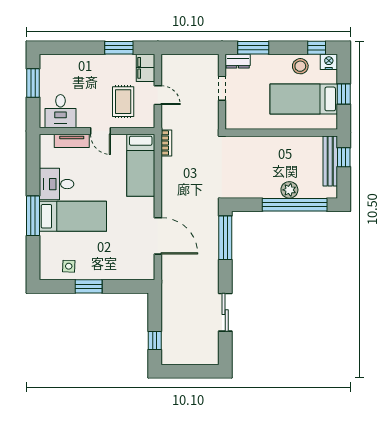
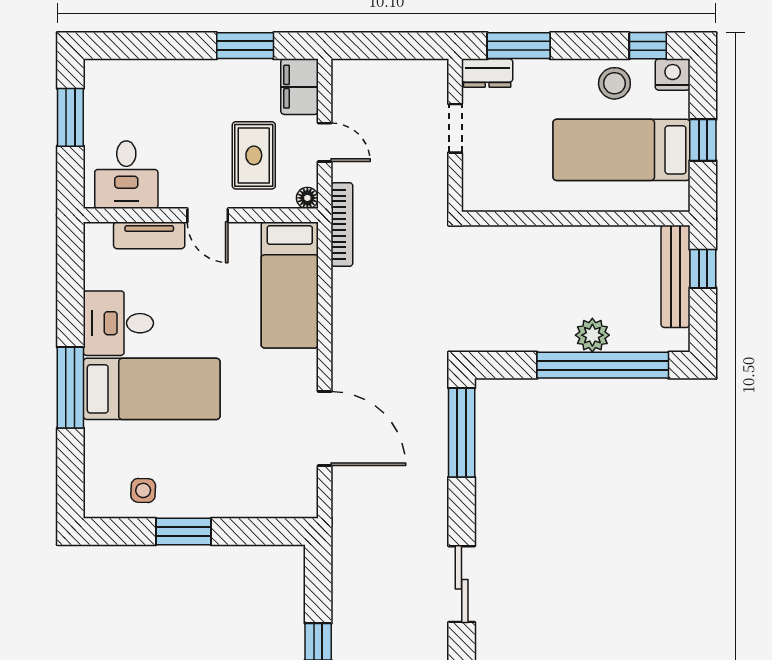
floor lamp: (149, 123) -> (307, 198), added
bookcase: (166, 143) -> (342, 224), width x1.56

